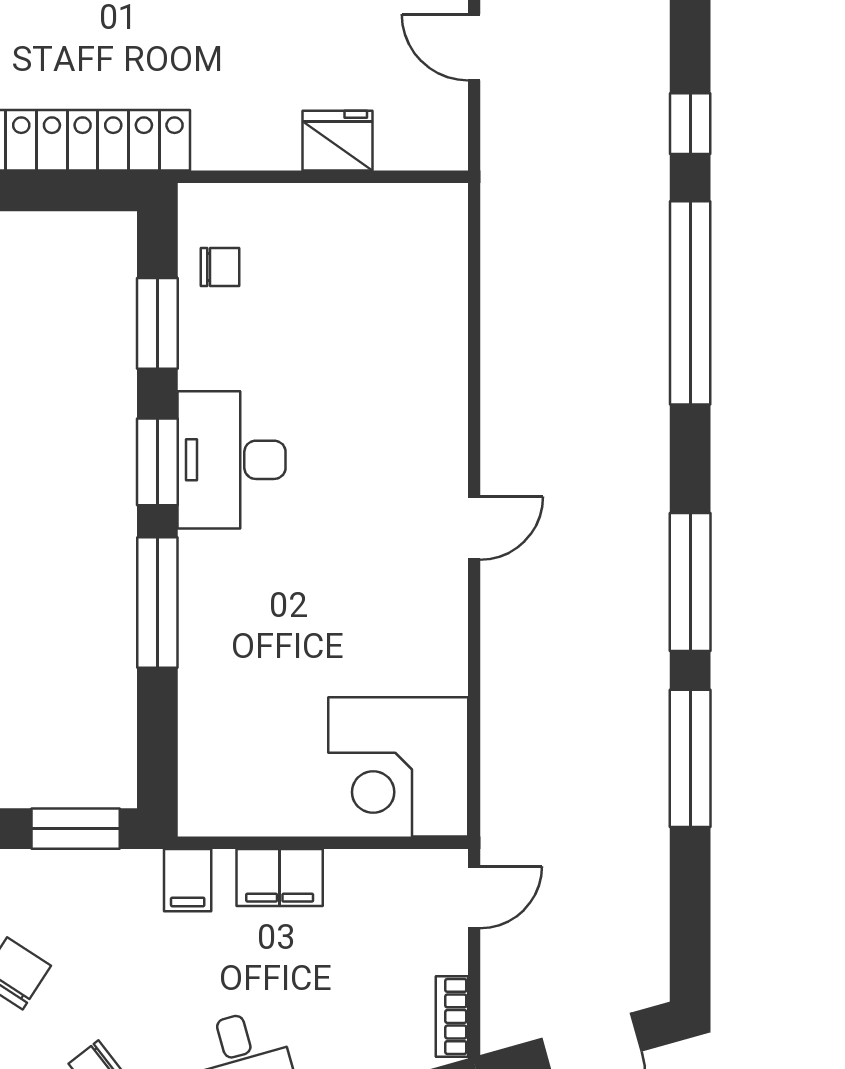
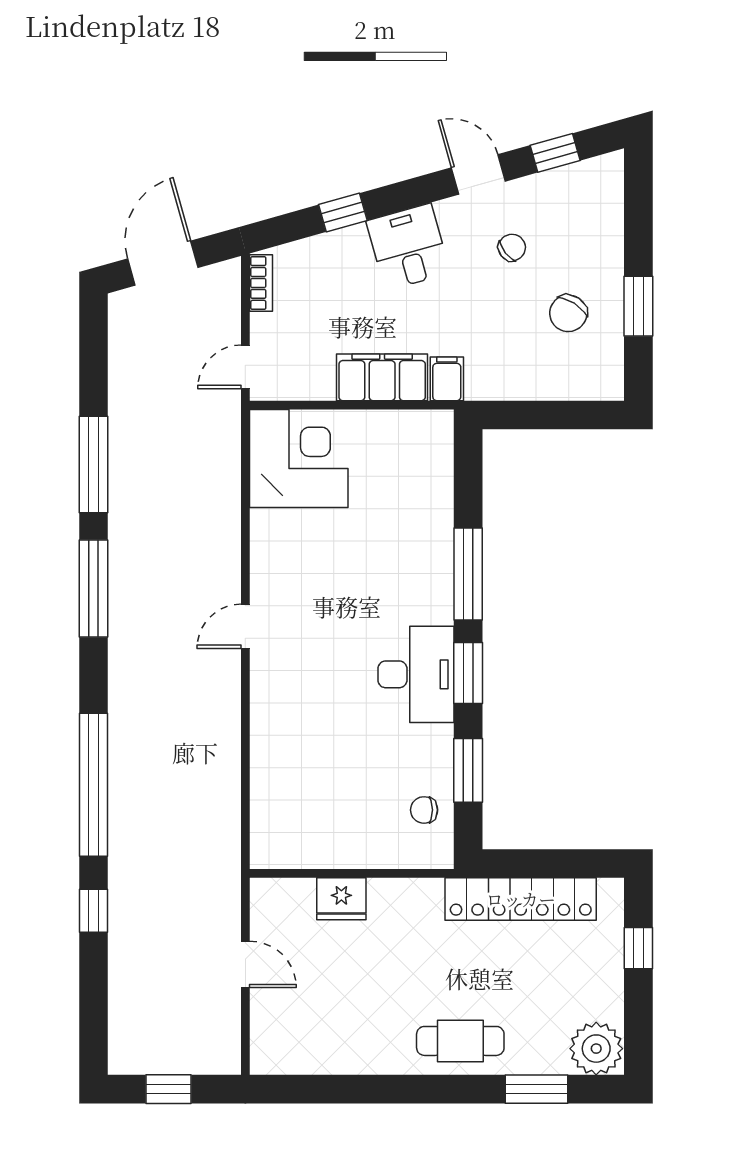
window: (76, 829) -> (526, 415), removed
filing cabinet: (280, 878) -> (382, 377), width x1.50, depth x1.17

